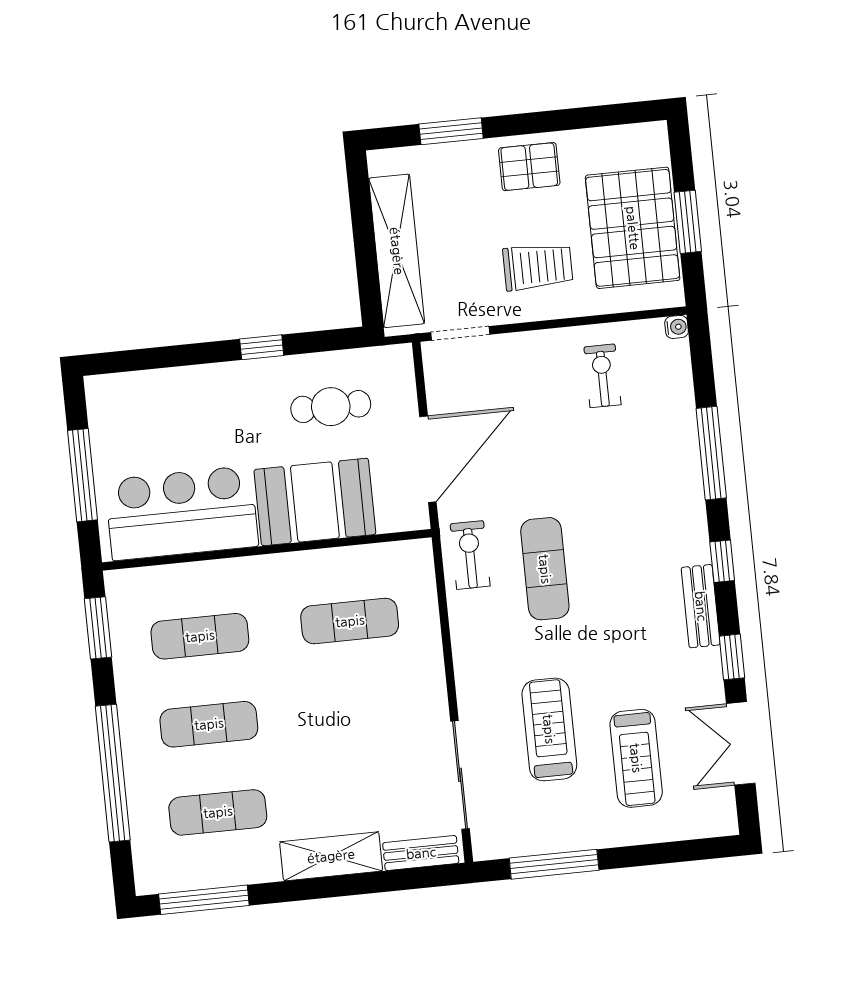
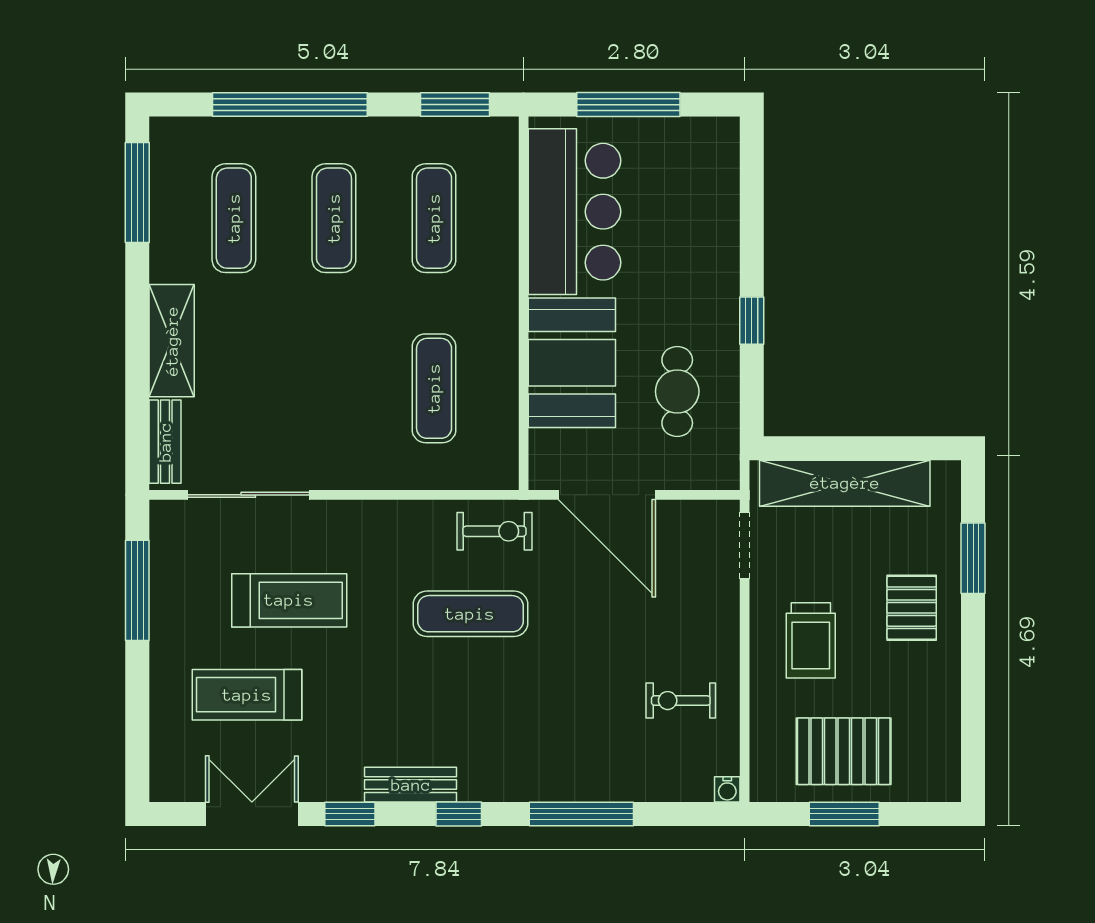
pallet: (529, 167) -> (912, 608), moved
pallet: (633, 228) -> (844, 751), width x0.73, depth x0.71
exercise bike: (602, 376) -> (681, 701), turned 180

